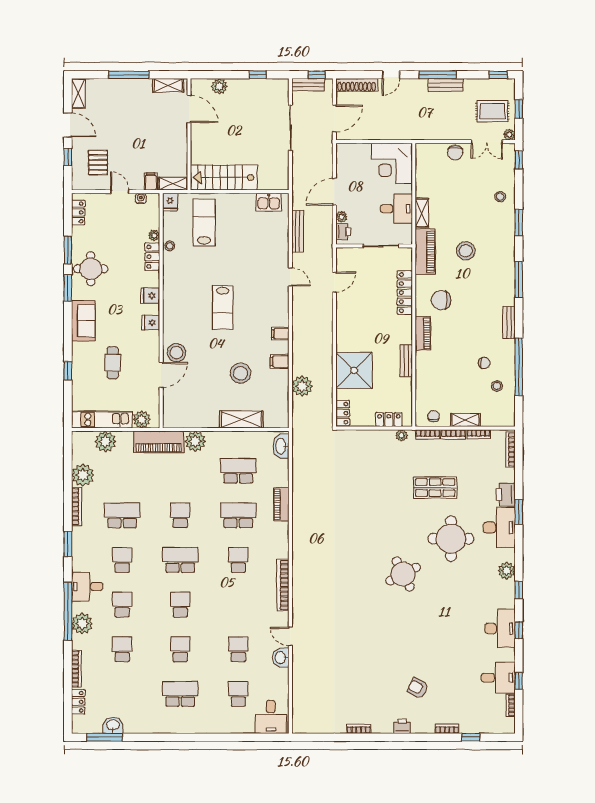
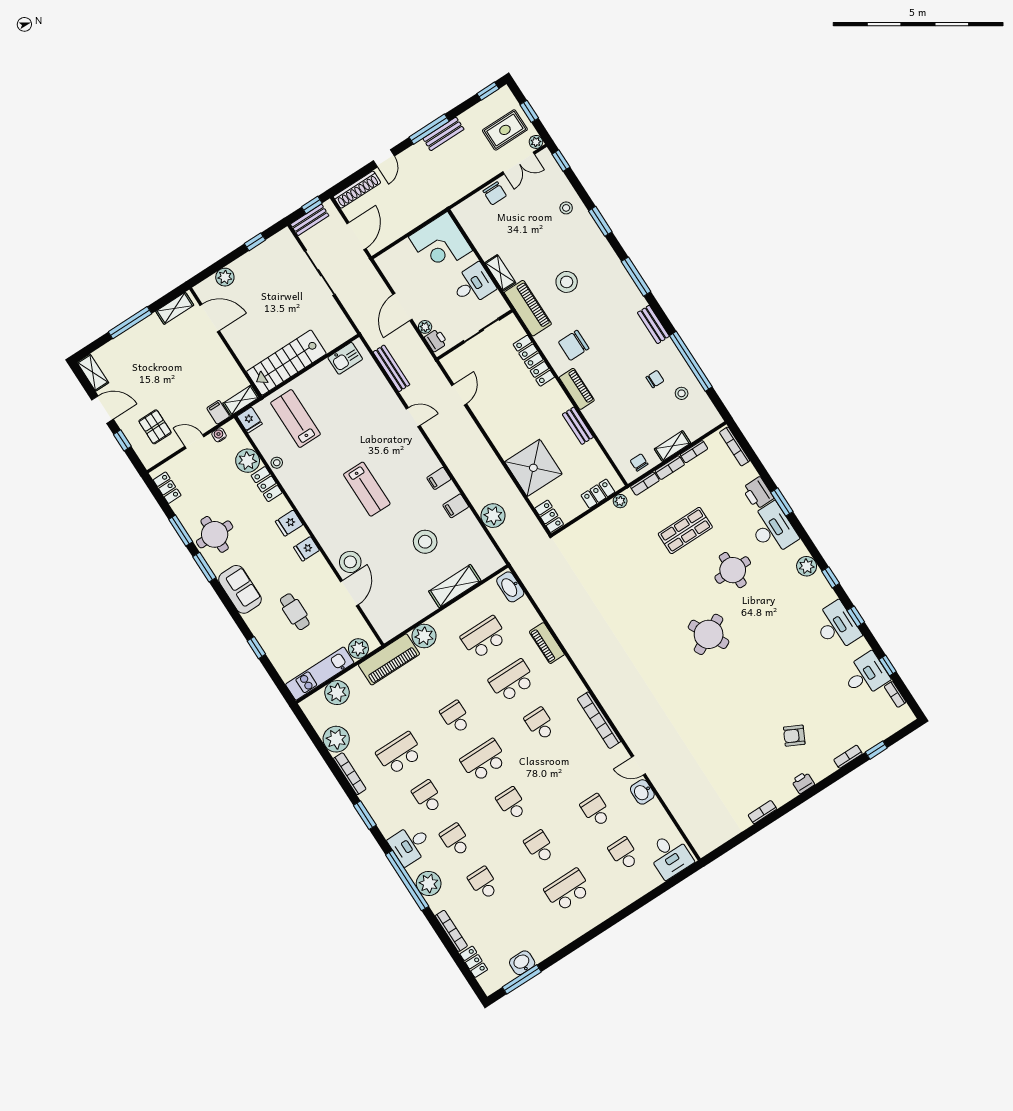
plant: (154, 235) -> (248, 461), width x1.87, depth x1.87
round table: (451, 539) -> (733, 570), width x0.73, depth x0.73

